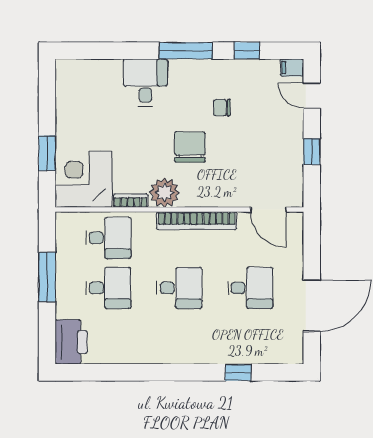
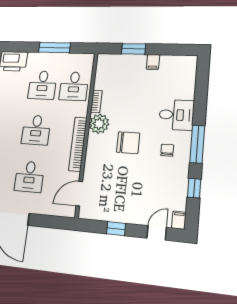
chair: (222, 108) -> (167, 150), moved
filing cabinet: (67, 123) -> (153, 62), added
corner desk: (84, 179) -> (114, 72), removed

